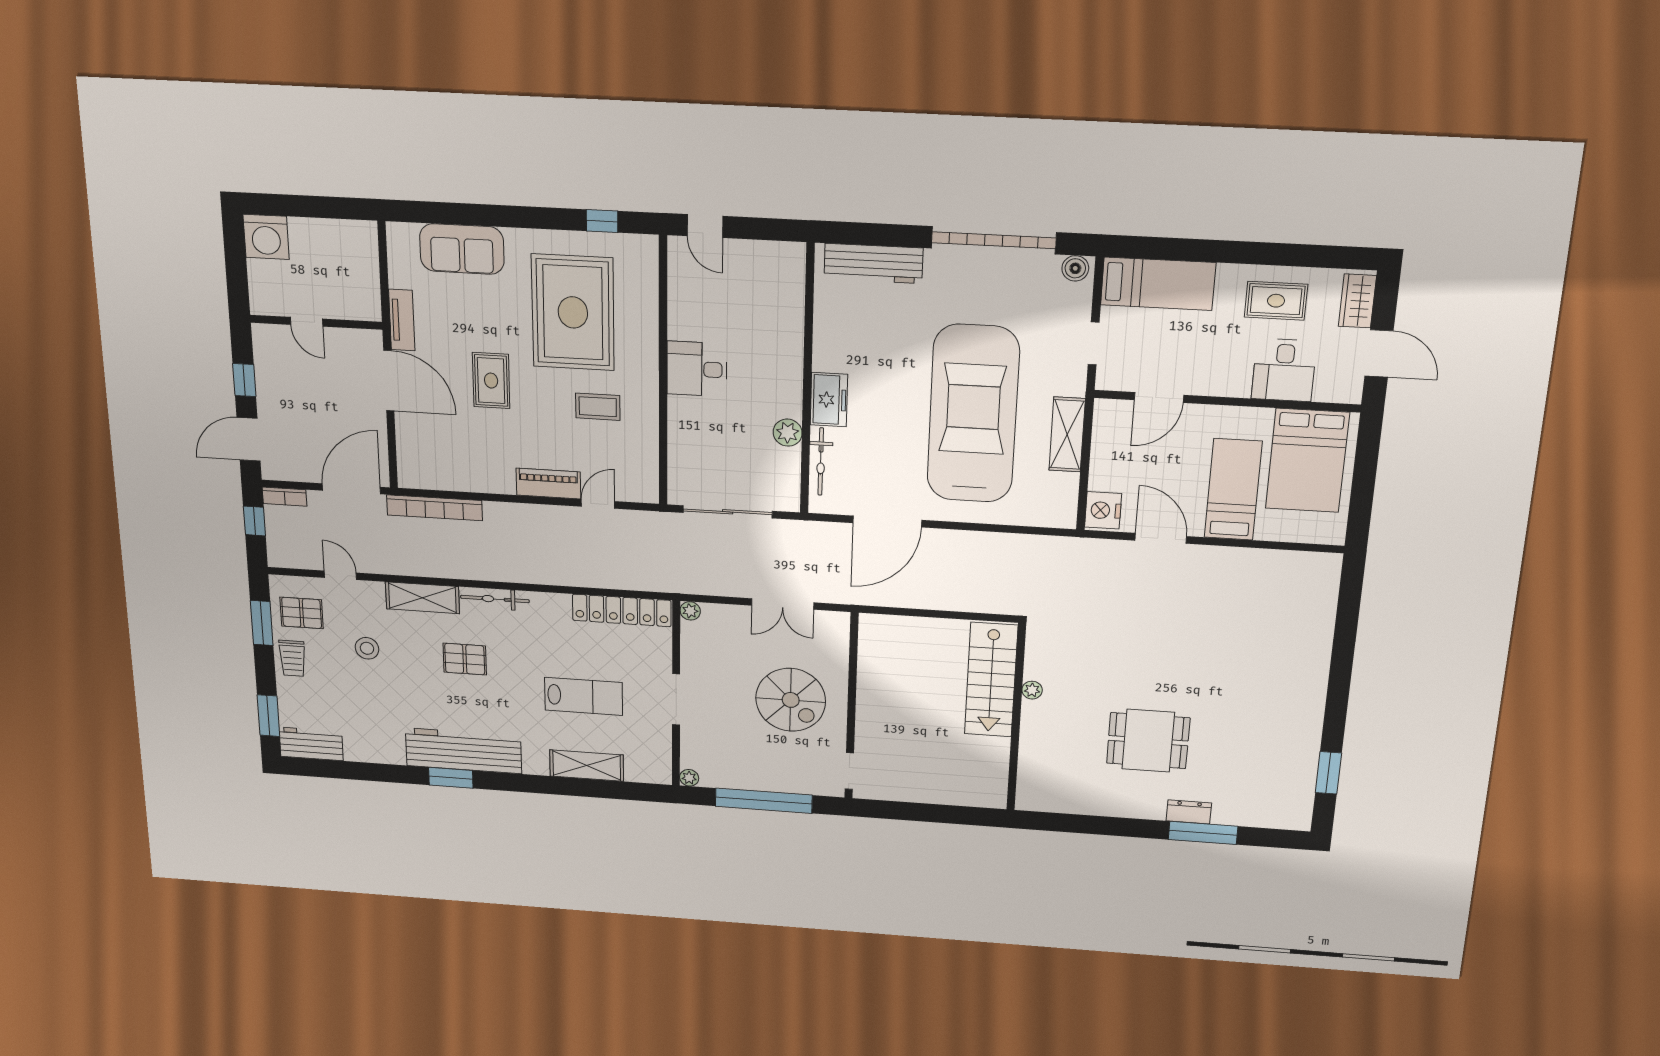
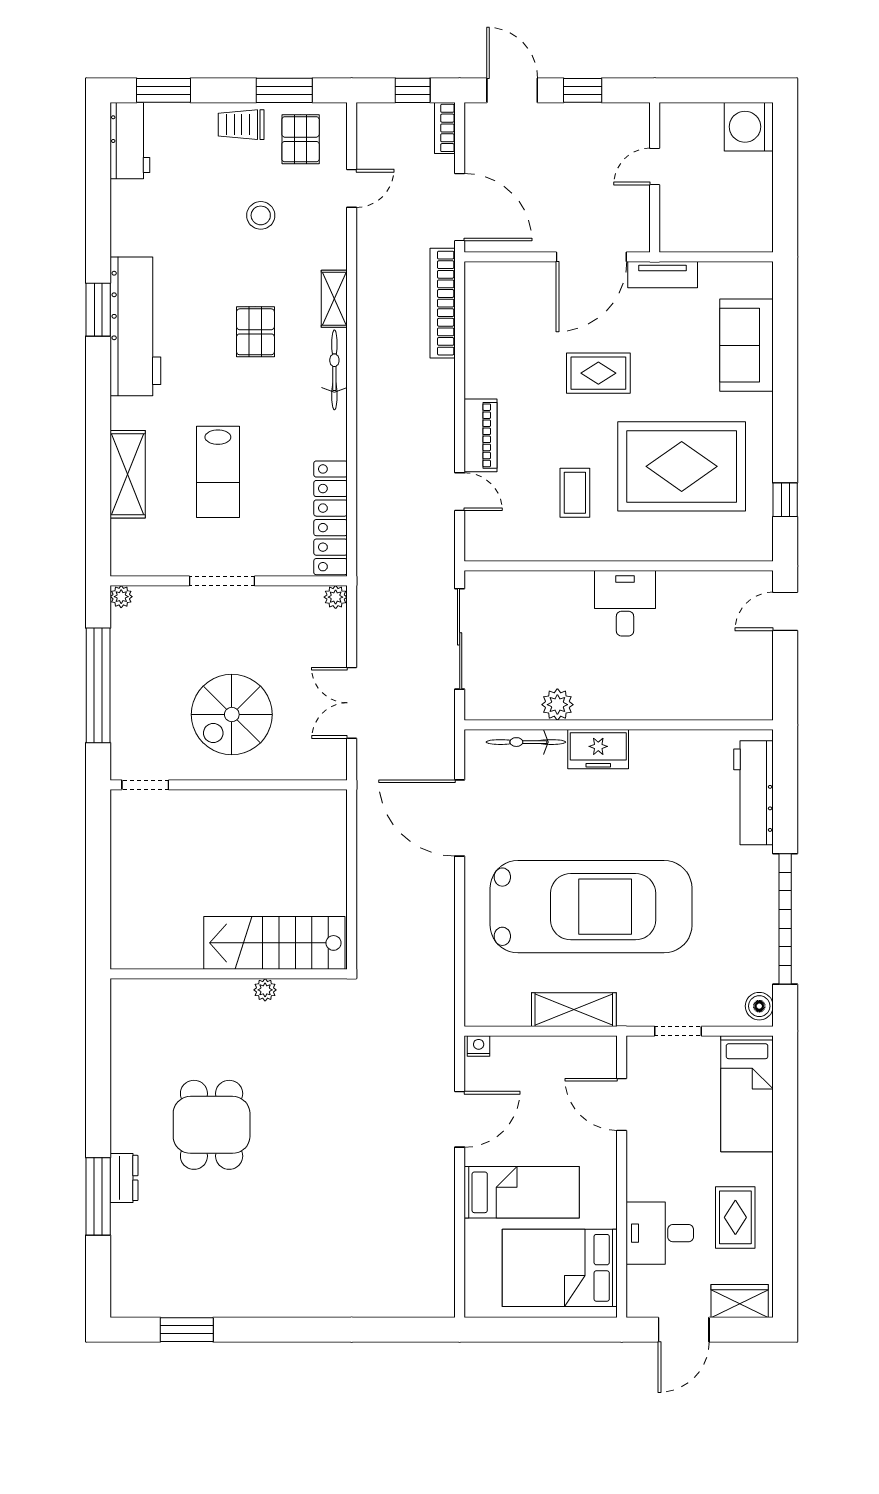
nightstand: (1103, 510) -> (479, 1046), width x0.53, depth x0.56
shelving: (422, 598) -> (334, 299), width x0.67, depth x0.75

